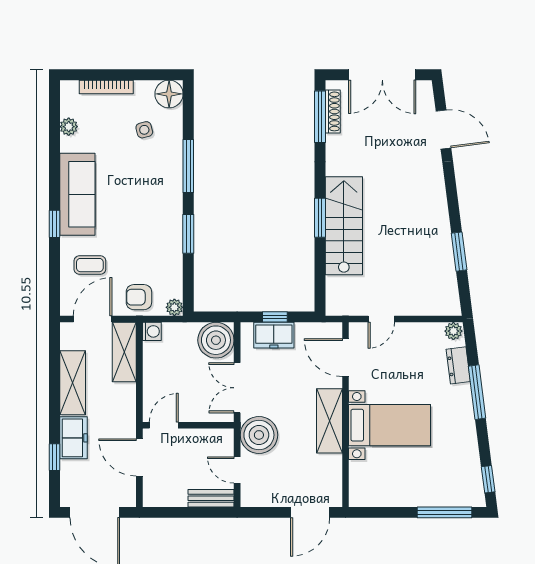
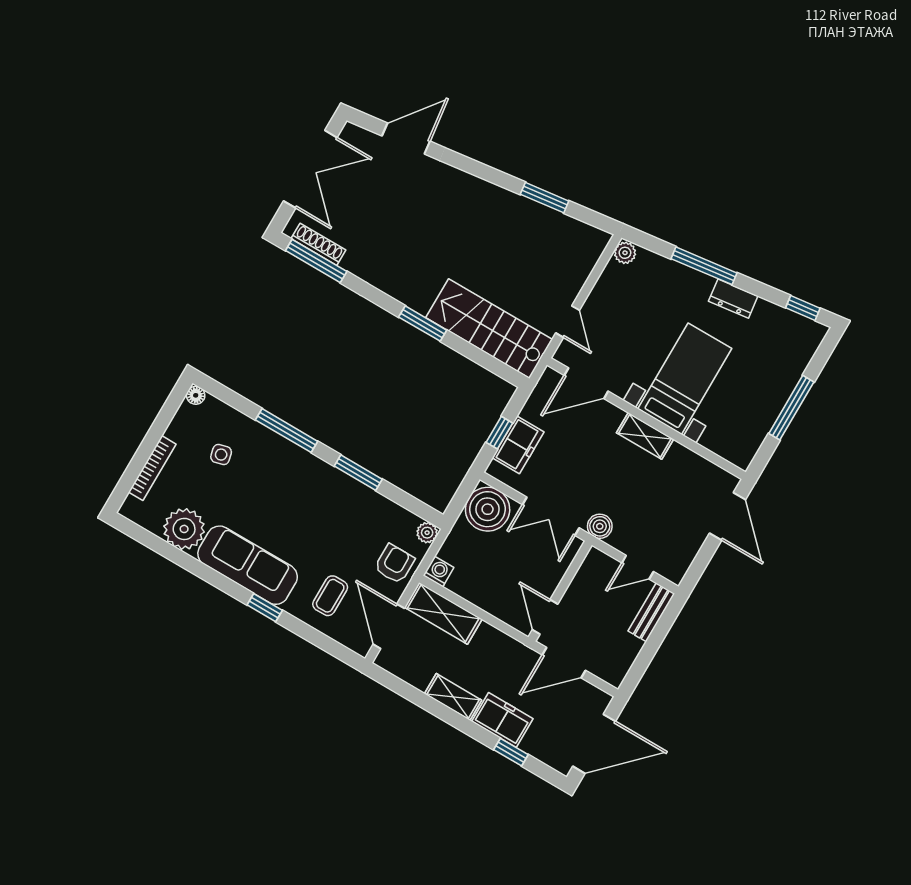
floor lamp: (169, 94) -> (196, 395), width x0.53, depth x0.53
plant: (69, 127) -> (184, 529), width x1.88, depth x1.88
stairs: (344, 226) -> (489, 329), moved
armchair: (139, 297) -> (394, 564), turned 180
dresser: (458, 365) -> (733, 299), moved
shelving: (73, 383) -> (453, 697), width x0.67, depth x0.75
shelving: (329, 421) -> (645, 436), width x0.67, depth x0.75
boiler: (259, 435) -> (600, 526), width x0.54, depth x0.54
window: (445, 512) -> (791, 408), moved

